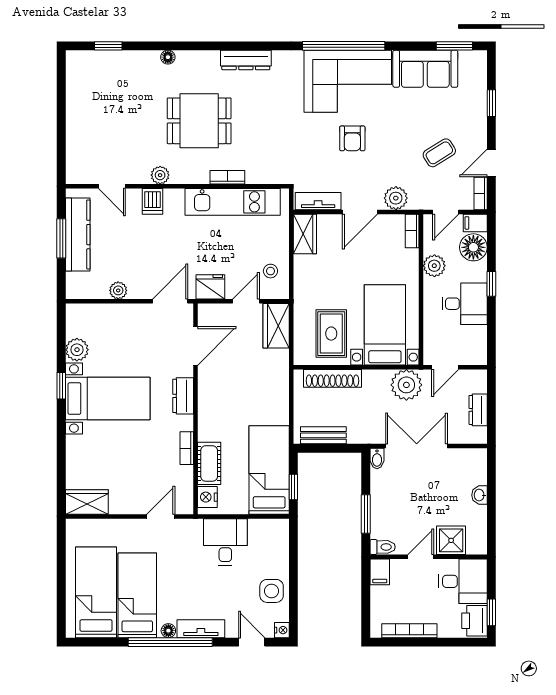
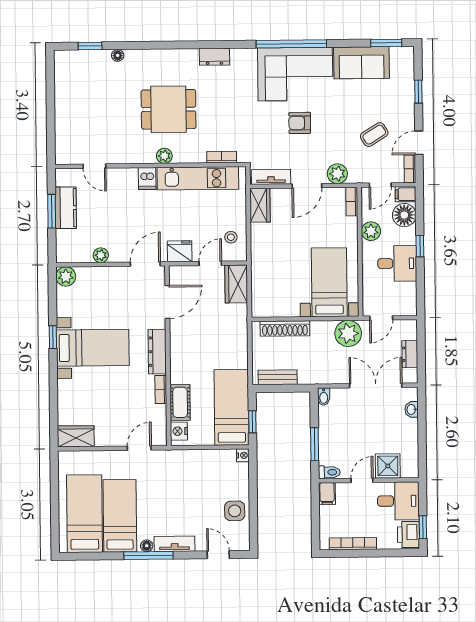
floor lamp: (168, 57) -> (118, 55), moved
dresser: (246, 60) -> (214, 57), width x0.70
armchair: (352, 138) -> (300, 123), turned 90
plant: (160, 175) -> (164, 156), moved
bookcase: (227, 177) -> (222, 157), moved
dishwasher: (152, 201) -> (147, 179), moved
kitchen counter: (78, 235) -> (66, 208), width x0.67
rug: (331, 334) -> (283, 290), removed
plant: (77, 350) -> (66, 276), moved
dresser: (183, 396) -> (157, 352), width x1.44
double door: (417, 446) -> (376, 385), moved
washbasin: (480, 495) -> (412, 409), moved
desk: (225, 542) -> (195, 469), removed
nightstand: (282, 630) -> (243, 455), moved
window: (170, 642) -> (148, 555), width x0.68

